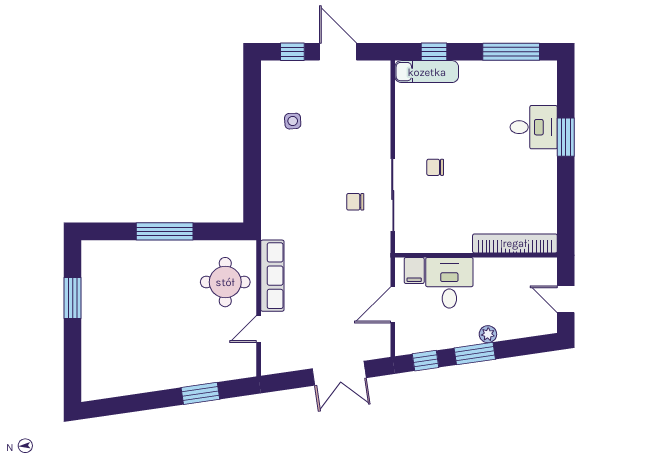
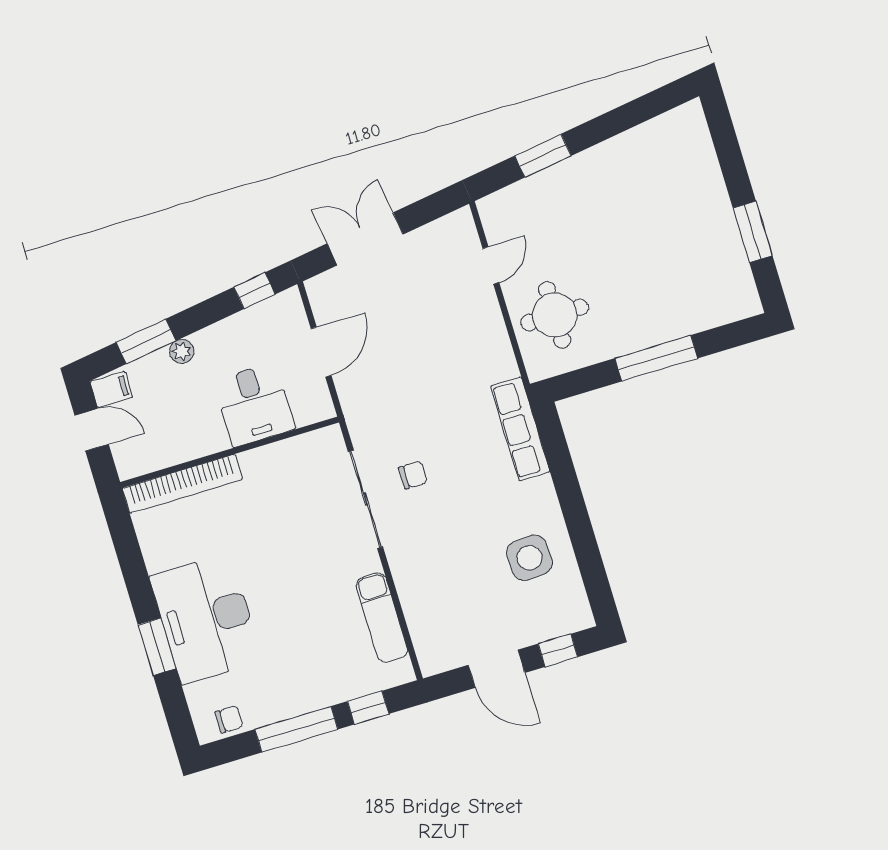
window: (511, 52) -> (296, 729), moved
exam couch: (427, 72) -> (382, 618), moved, turned -90
side table: (293, 121) -> (529, 558), width x1.87, depth x1.87
desk: (534, 127) -> (206, 619), width x1.87, depth x1.30
chair: (435, 167) -> (229, 719), moved
filing cabinet: (414, 271) -> (111, 389), moved, turned 90
row of seats: (272, 276) -> (520, 429), moved
window: (475, 354) -> (146, 341), moved

